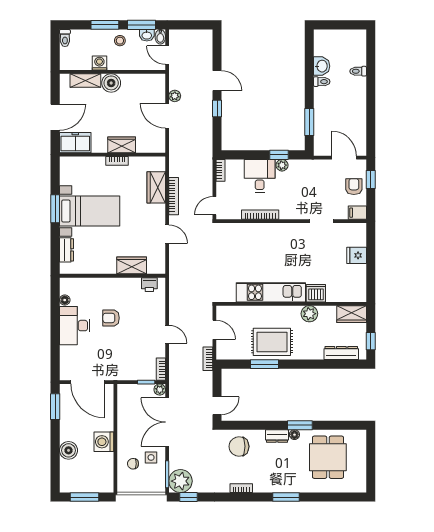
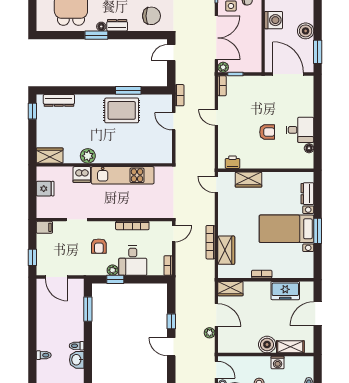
freezer: (75, 143) -> (285, 291), moved
wardrobe: (122, 145) -> (230, 289), moved
armchair: (354, 187) -> (99, 246), moved
door: (167, 234) -> (216, 184), moved
kitchen unit: (271, 292) -> (123, 175), moved
dishwasher: (316, 293) -> (82, 175), moved
wall: (291, 304) -> (104, 165), moved
plant: (309, 314) -> (88, 156), moved
wardrobe: (352, 314) -> (50, 156), moved
desk: (75, 326) -> (300, 130), width x0.73
boiler: (69, 450) -> (306, 31), moved

